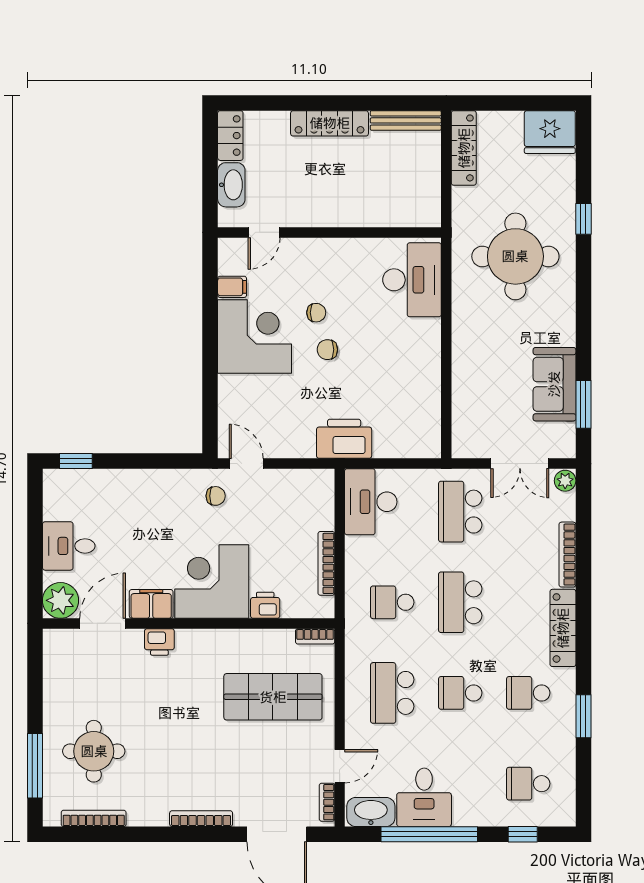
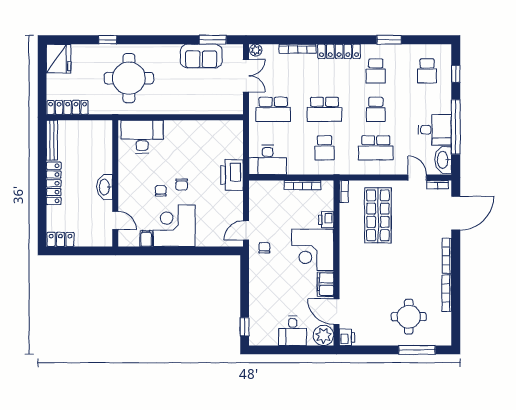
washbasin: (231, 185) -> (105, 187), moved, turned -90
printer: (159, 642) -> (347, 337), moved
bookcase: (94, 818) -> (447, 293), moved

